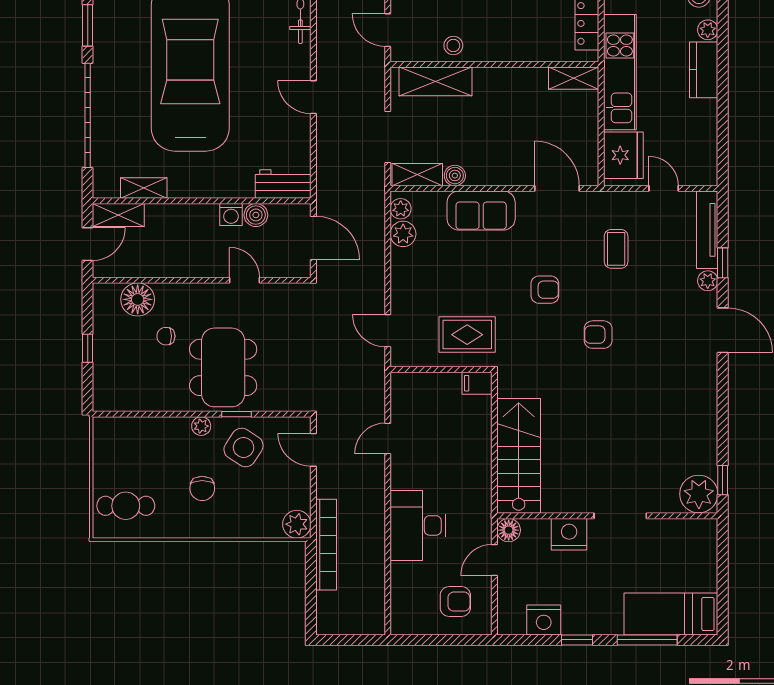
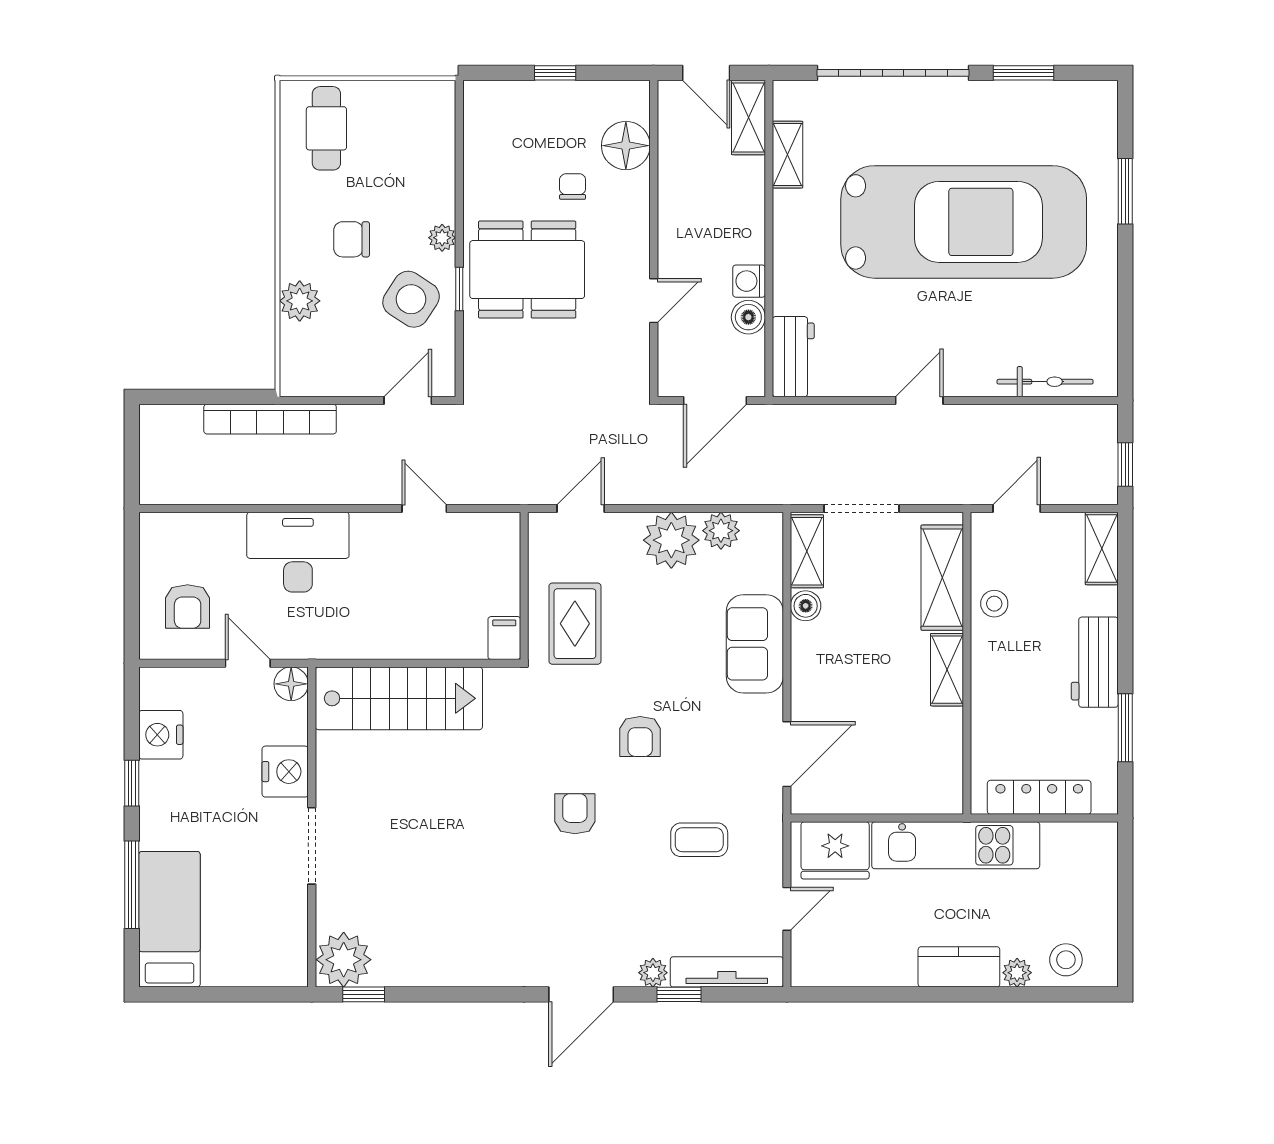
shelving: (574, 78) -> (947, 670), moved
plant: (401, 209) -> (671, 540), moved, width x1.88, depth x1.88
plant: (297, 524) -> (300, 301), moved

